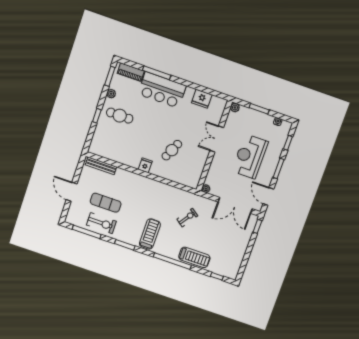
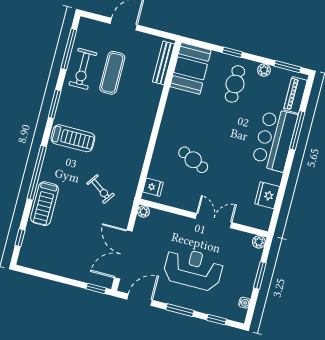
booth: (106, 147) -> (190, 68), added
fridge: (145, 165) -> (153, 187), moved

